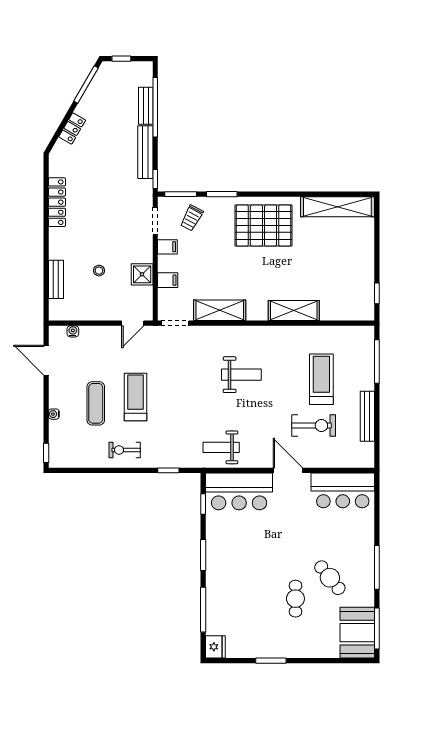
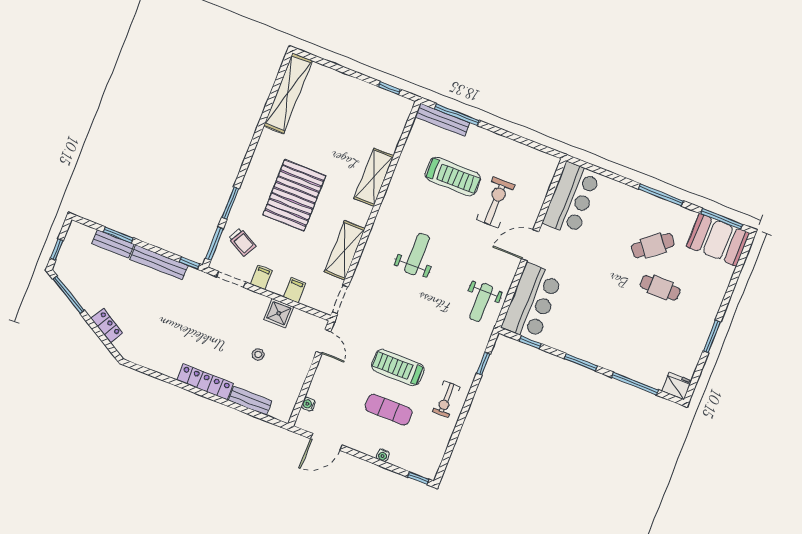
window: (155, 107) -> (118, 235), width x0.47
locker: (57, 202) -> (205, 382), moved
pallet: (263, 226) -> (294, 195), moved
treadmill: (321, 379) -> (453, 177), turned 180
bench: (367, 416) -> (442, 120), moved

